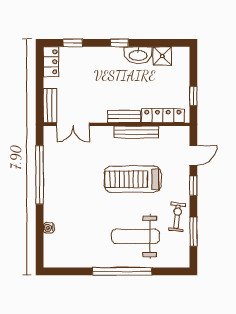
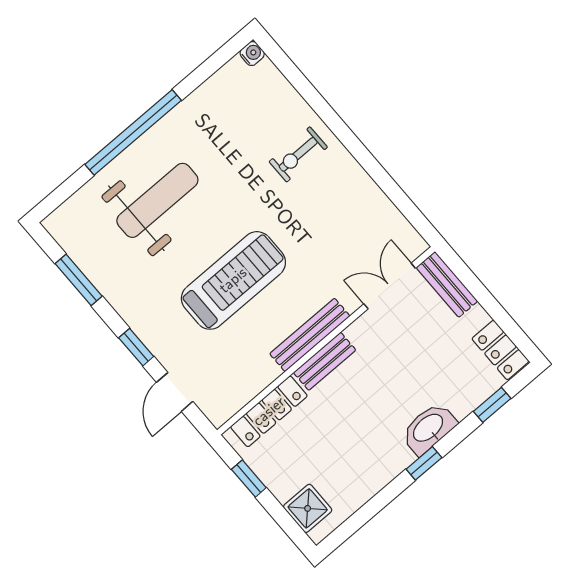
washbasin: (138, 55) -> (429, 428), moved
shower: (162, 56) -> (308, 508), moved
bench: (136, 132) -> (310, 335), moved
window: (40, 175) -> (375, 170), removed
exercise bike: (177, 217) -> (298, 154), moved, turned 84
water cooler: (49, 228) -> (252, 53), moved

